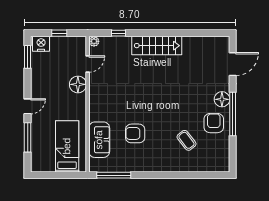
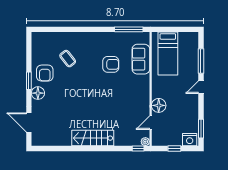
window: (119, 33) -> (138, 149), moved
door: (233, 64) -> (29, 123), hinge flipped
window: (233, 114) -> (29, 81), width x0.47

